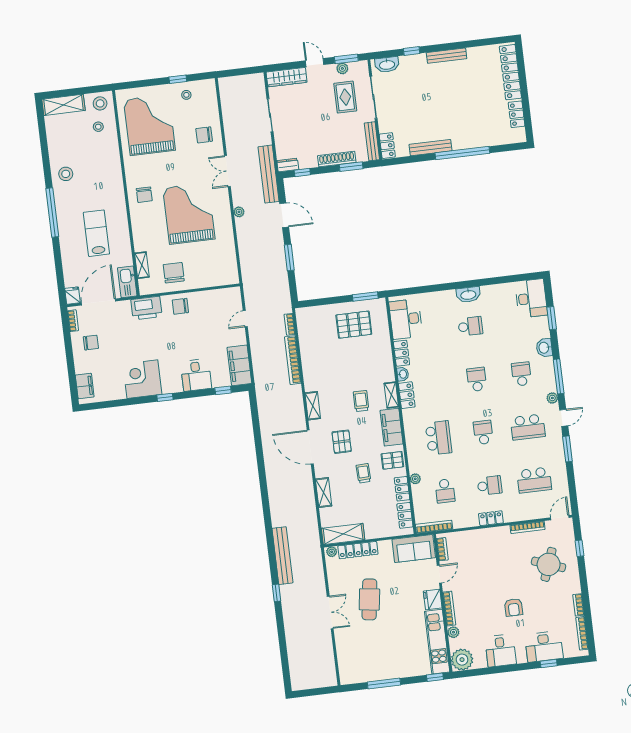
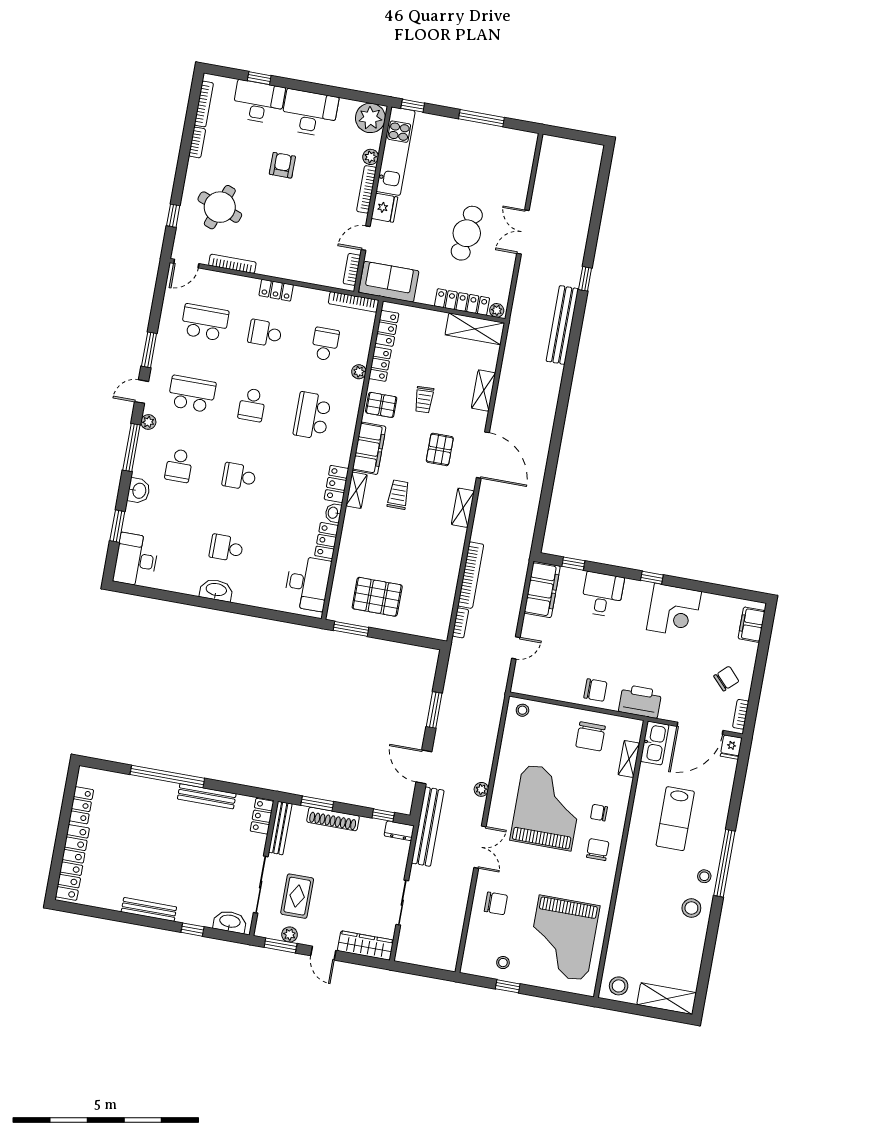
stool: (98, 127) -> (704, 876), moved
grand piano: (189, 213) -> (547, 807), turned 180
chair: (151, 221) -> (599, 813), added
stool: (227, 276) -> (522, 710), added
chair: (91, 343) -> (726, 679), turned 137
school desk: (477, 379) -> (239, 476), turned 90
trolley: (361, 401) -> (398, 495), turned 180
desk: (501, 651) -> (310, 113), width x1.37

